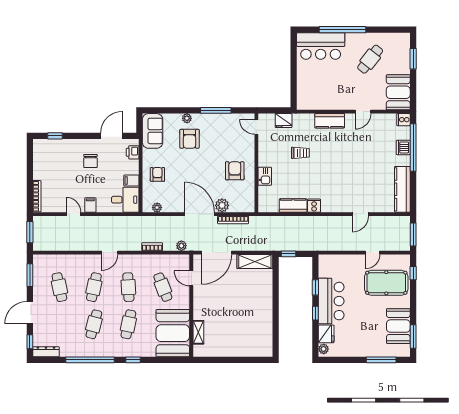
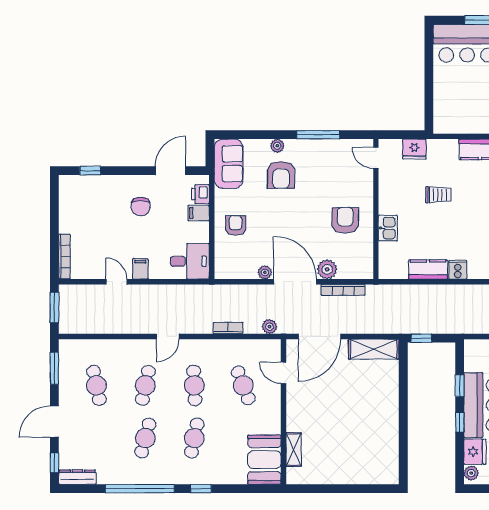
filing cabinet: (131, 181) -> (199, 213), moved
plant: (157, 208) -> (265, 272), moved
booth: (173, 333) -> (264, 460), width x0.73, depth x0.70

